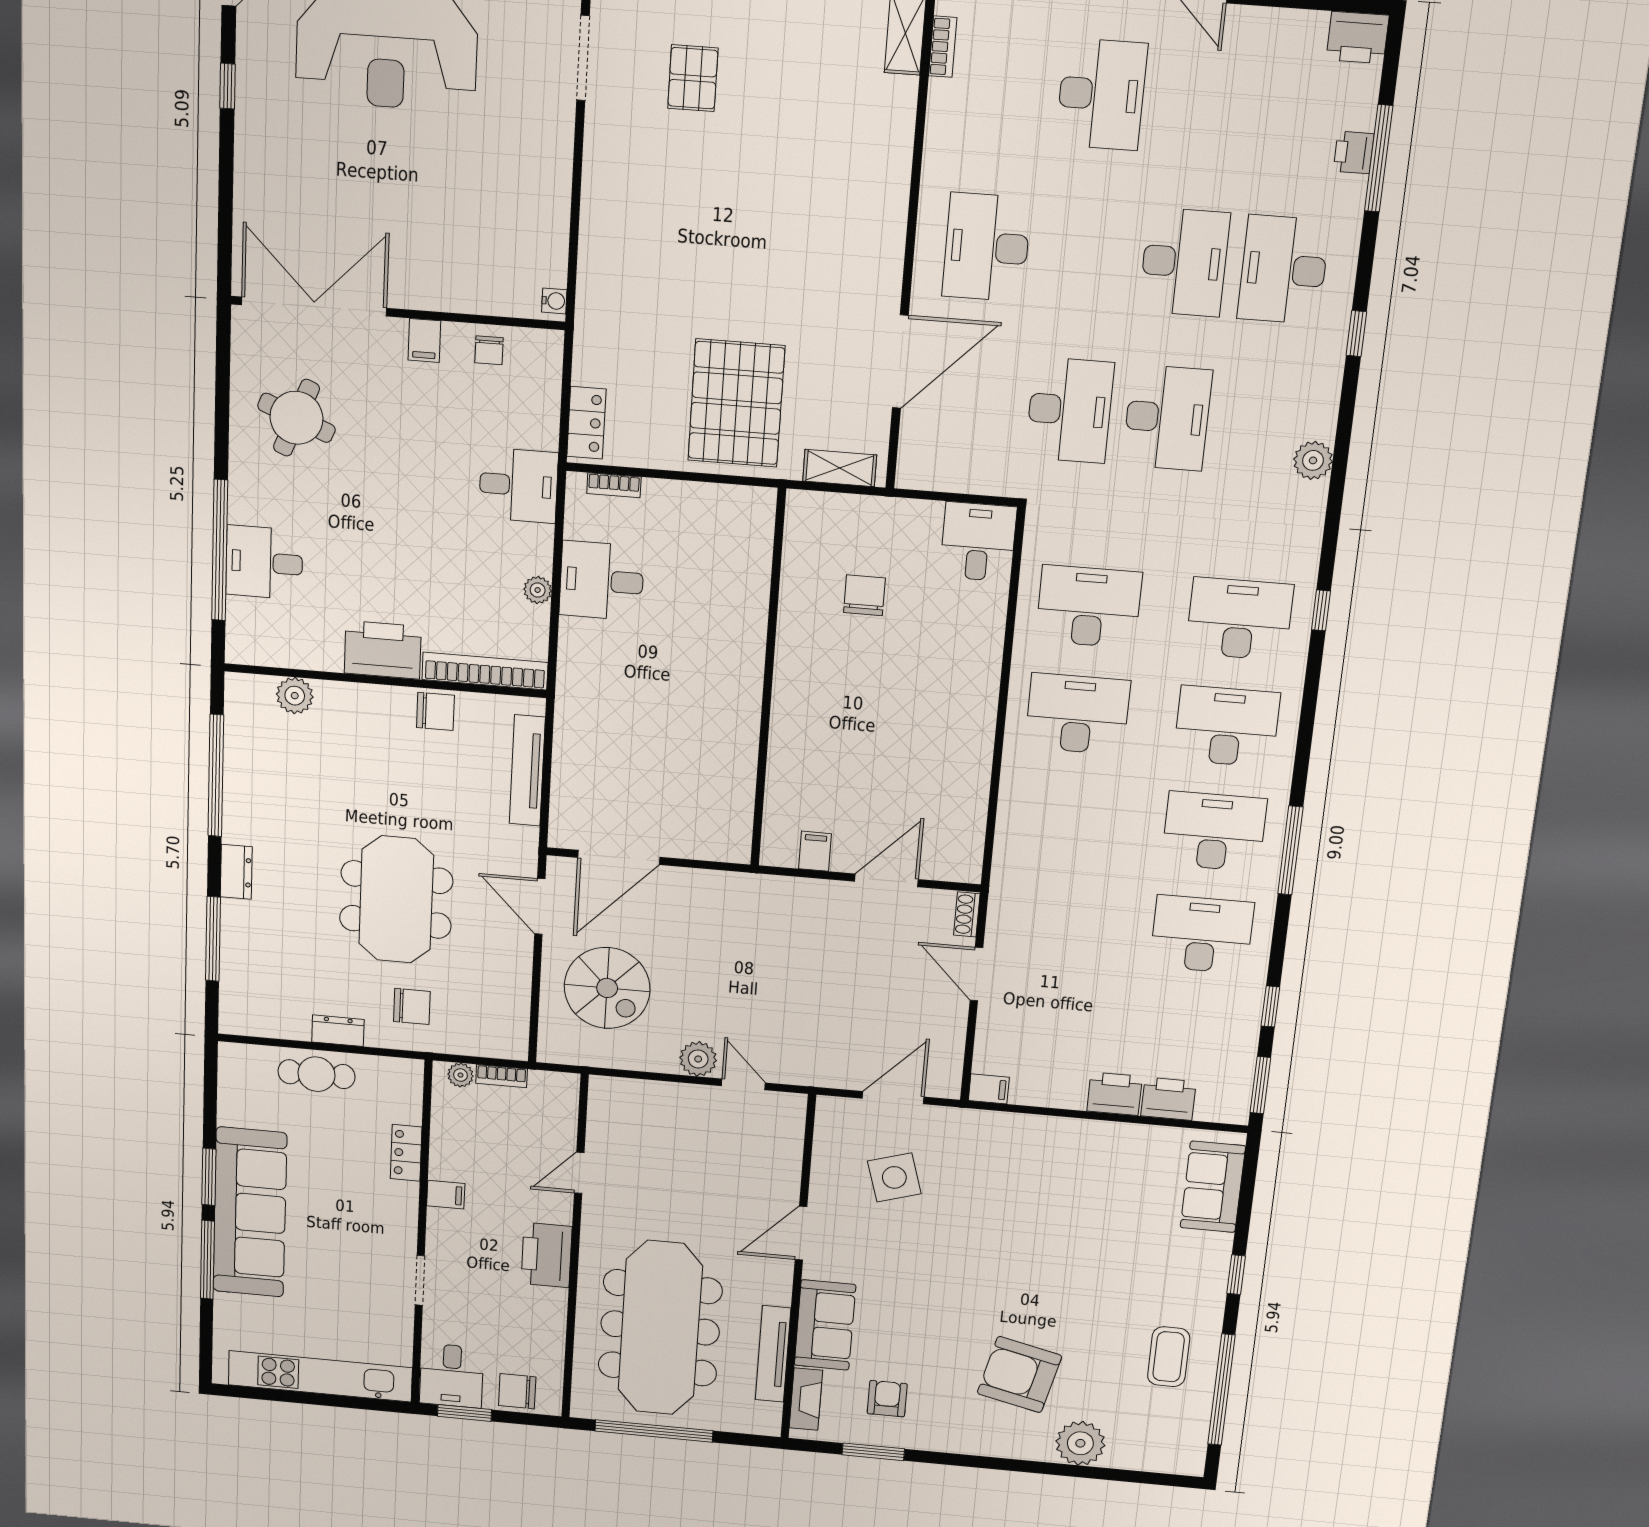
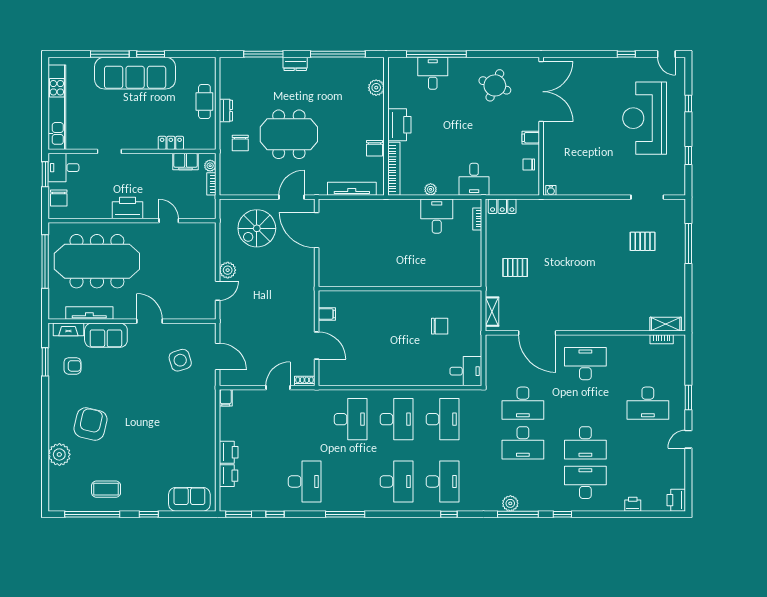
window: (1379, 158) -> (518, 514), moved
pallet: (736, 403) -> (515, 267), width x0.49, depth x0.50
desk: (1214, 831) -> (351, 419), moved
filing cabinet: (446, 1195) -> (186, 161), moved, width x2.00
chair: (517, 1391) -> (59, 198), turned 180

